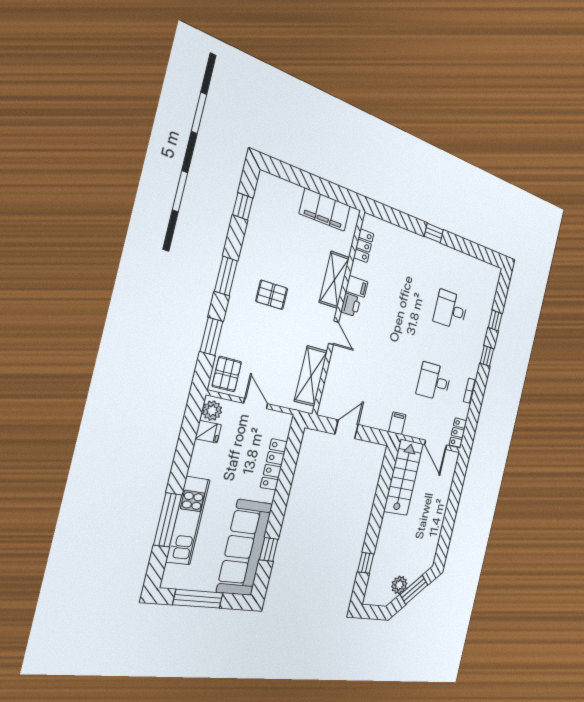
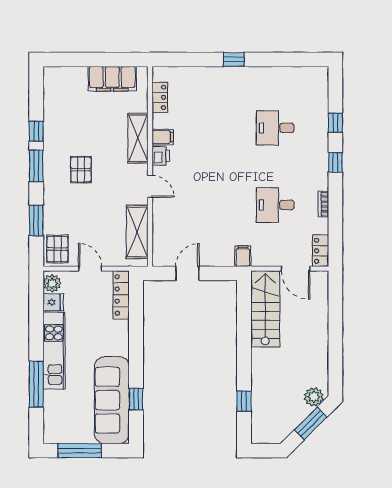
window: (243, 206) -> (36, 131), moved
pallet: (272, 295) -> (81, 170), turned 90
locker: (274, 464) -> (121, 295), moved
kitchen unit: (188, 521) -> (54, 351), moved
plant: (399, 585) -> (314, 397), moved

